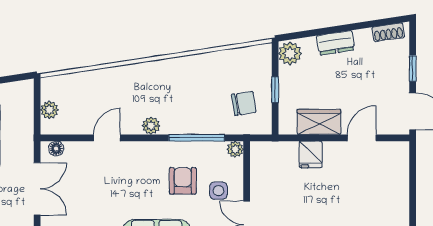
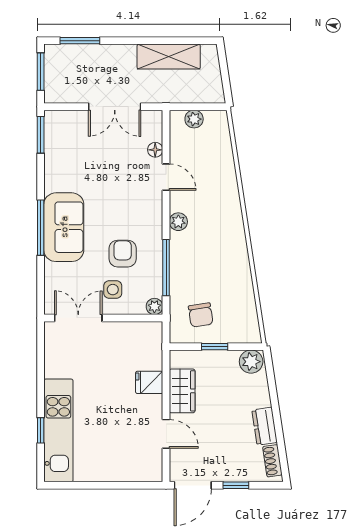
dresser: (336, 43) -> (265, 426), moved
floor lamp: (56, 149) -> (155, 150), moved
armchair: (183, 181) -> (123, 254), turned -90

